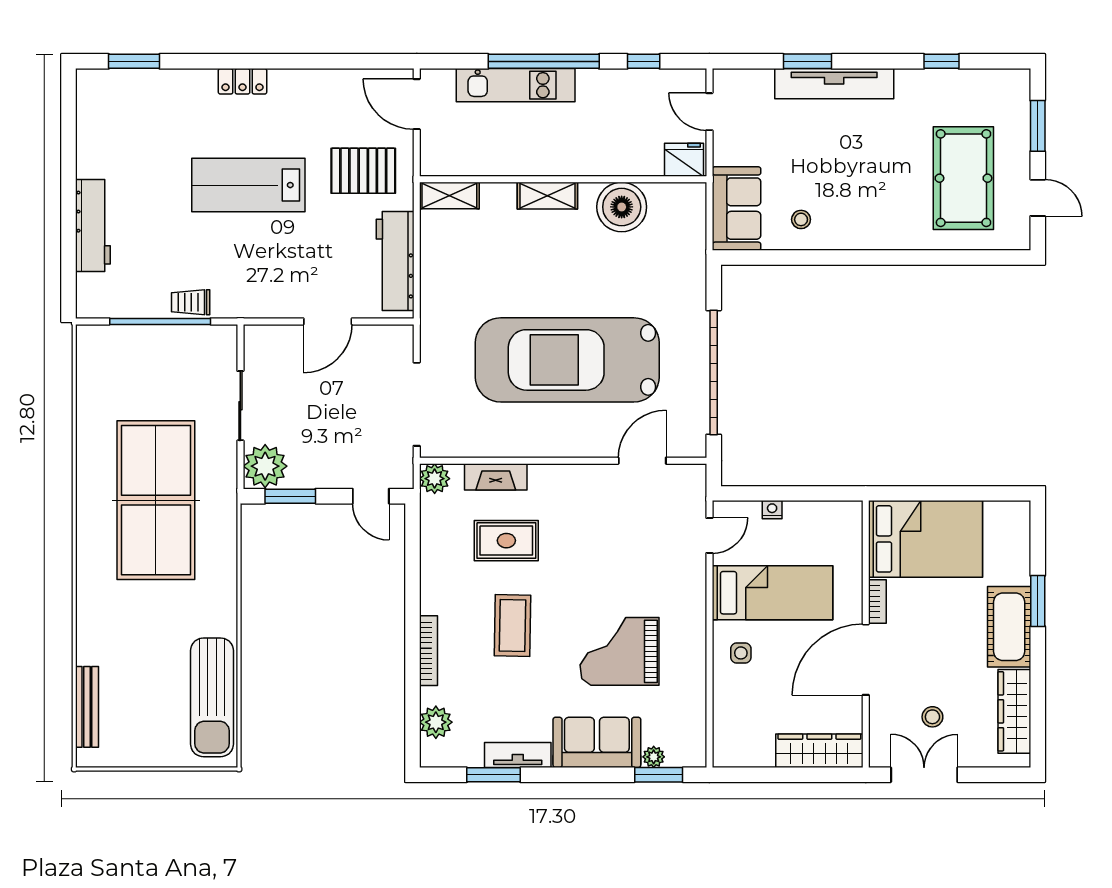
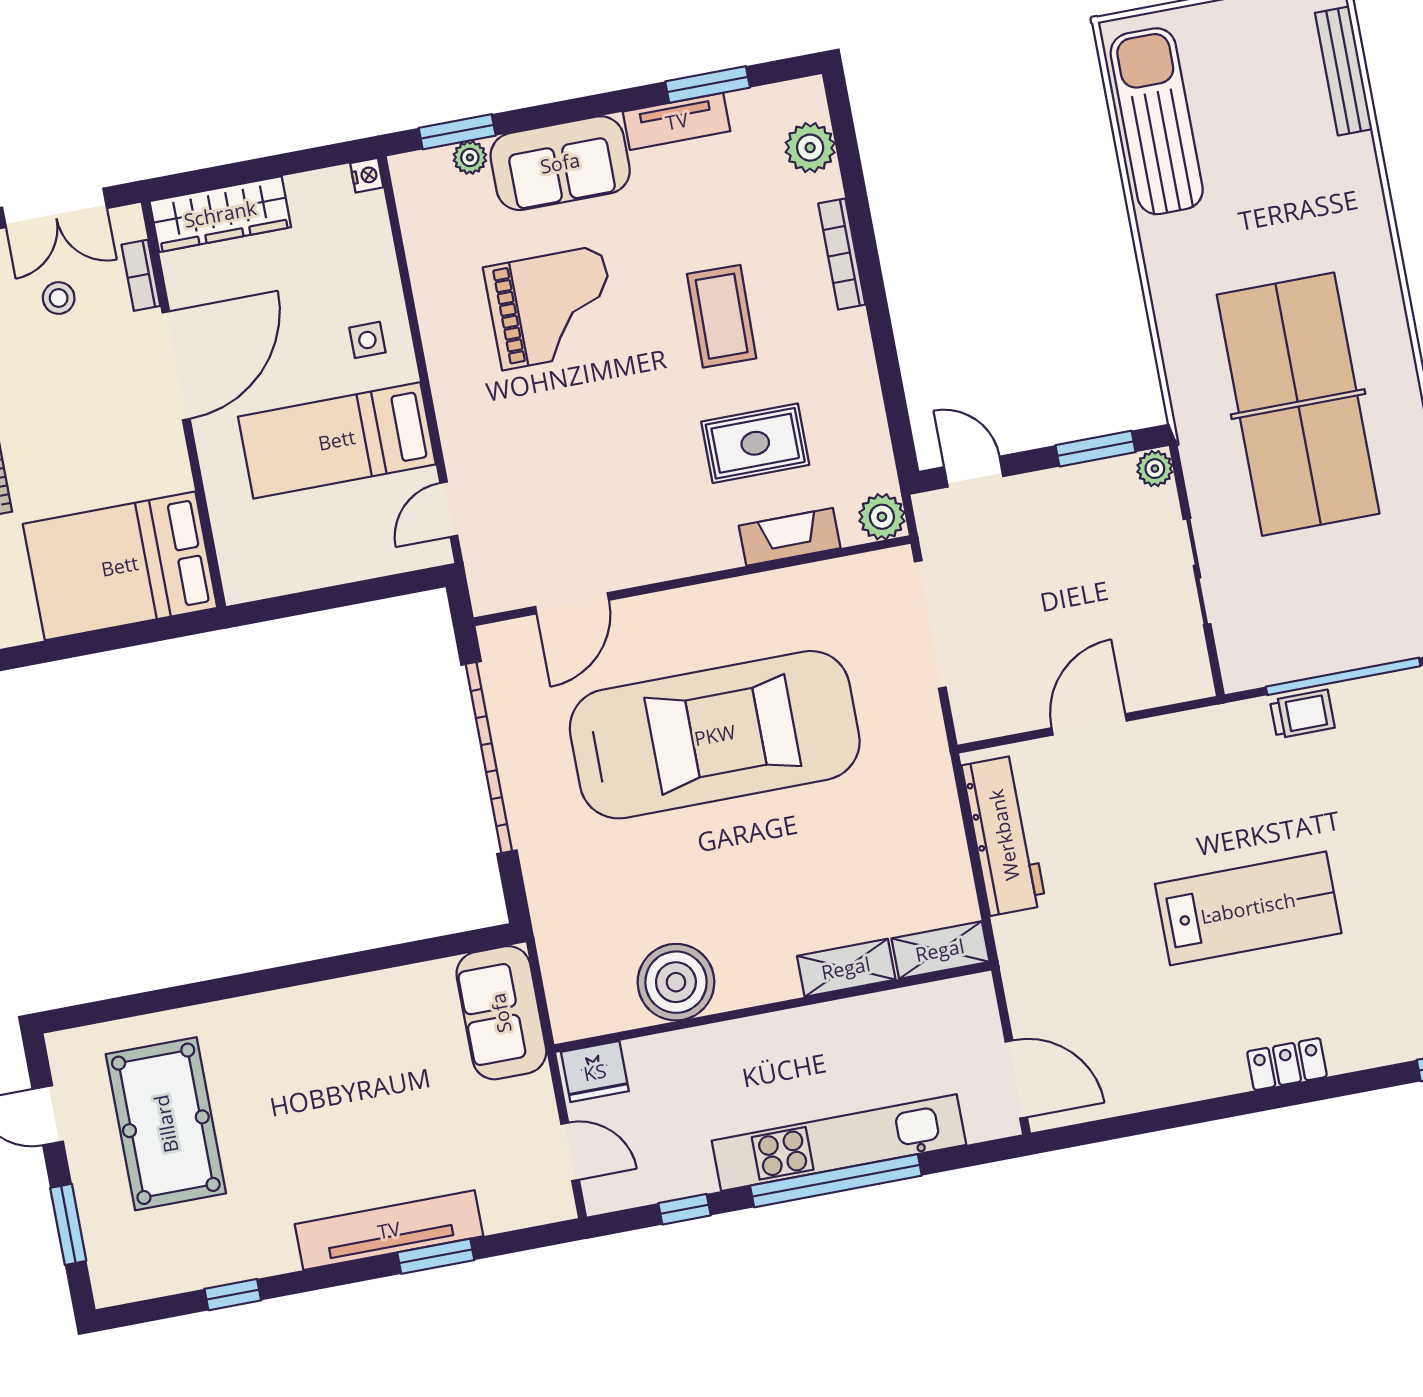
kitchen unit: (516, 85) -> (839, 1143), width x1.36
pallet: (363, 171) -> (1078, 963), removed
shelving: (547, 196) -> (846, 968), moved
stool: (801, 219) -> (400, 1015), removed
plant: (265, 466) -> (1155, 469), width x0.53, depth x0.53
nightstand: (772, 510) -> (367, 175), moved, turned -90
bookcase: (877, 601) -> (141, 275), moved

